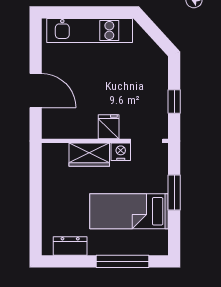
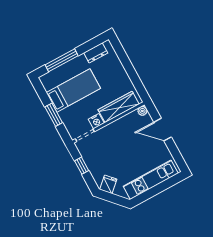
fridge: (109, 127) -> (108, 184), moved, turned -133
plant: (49, 131) -> (142, 111), added
wardrobe: (89, 155) -> (119, 107), width x1.50

